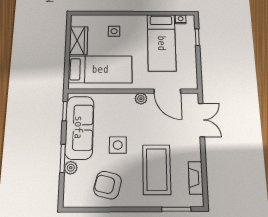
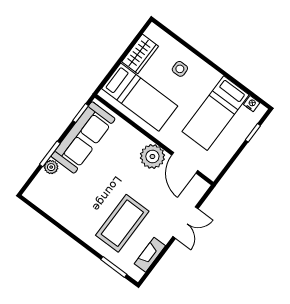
plant: (141, 99) -> (152, 157), width x1.87, depth x1.87
double door: (201, 120) -> (185, 223), moved
side table: (118, 145) -> (105, 178), removed
armchair: (108, 185) -> (72, 205), removed

